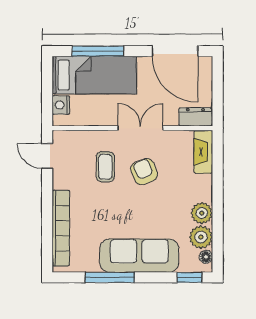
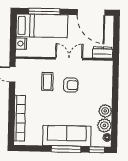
fireplace: (203, 152) -> (107, 74), removed
armchair: (144, 172) -> (71, 85), turned 112
window: (110, 277) -> (66, 149), moved

